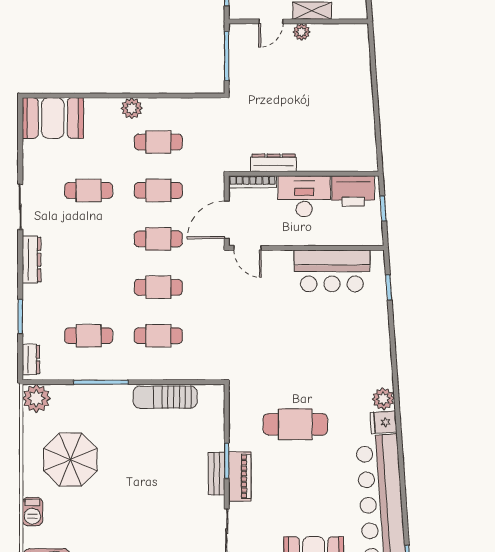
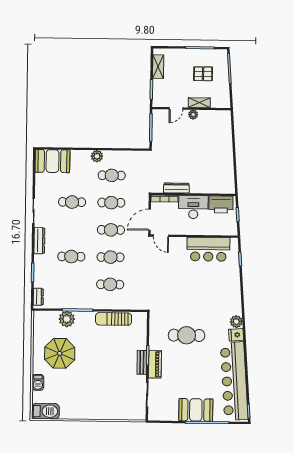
cafe table: (89, 336) -> (71, 257), moved
plant: (36, 398) -> (67, 319), moved

